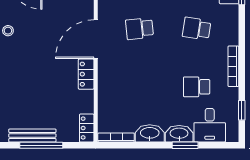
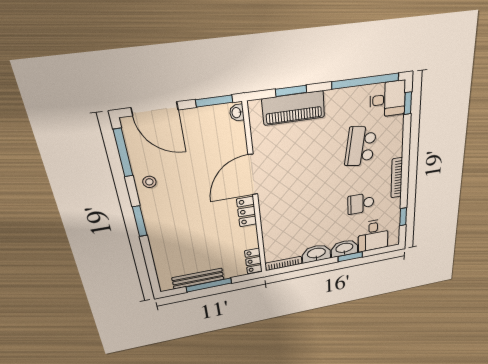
school desk: (140, 29) -> (300, 156), removed
school desk: (197, 29) -> (361, 146), width x1.85

